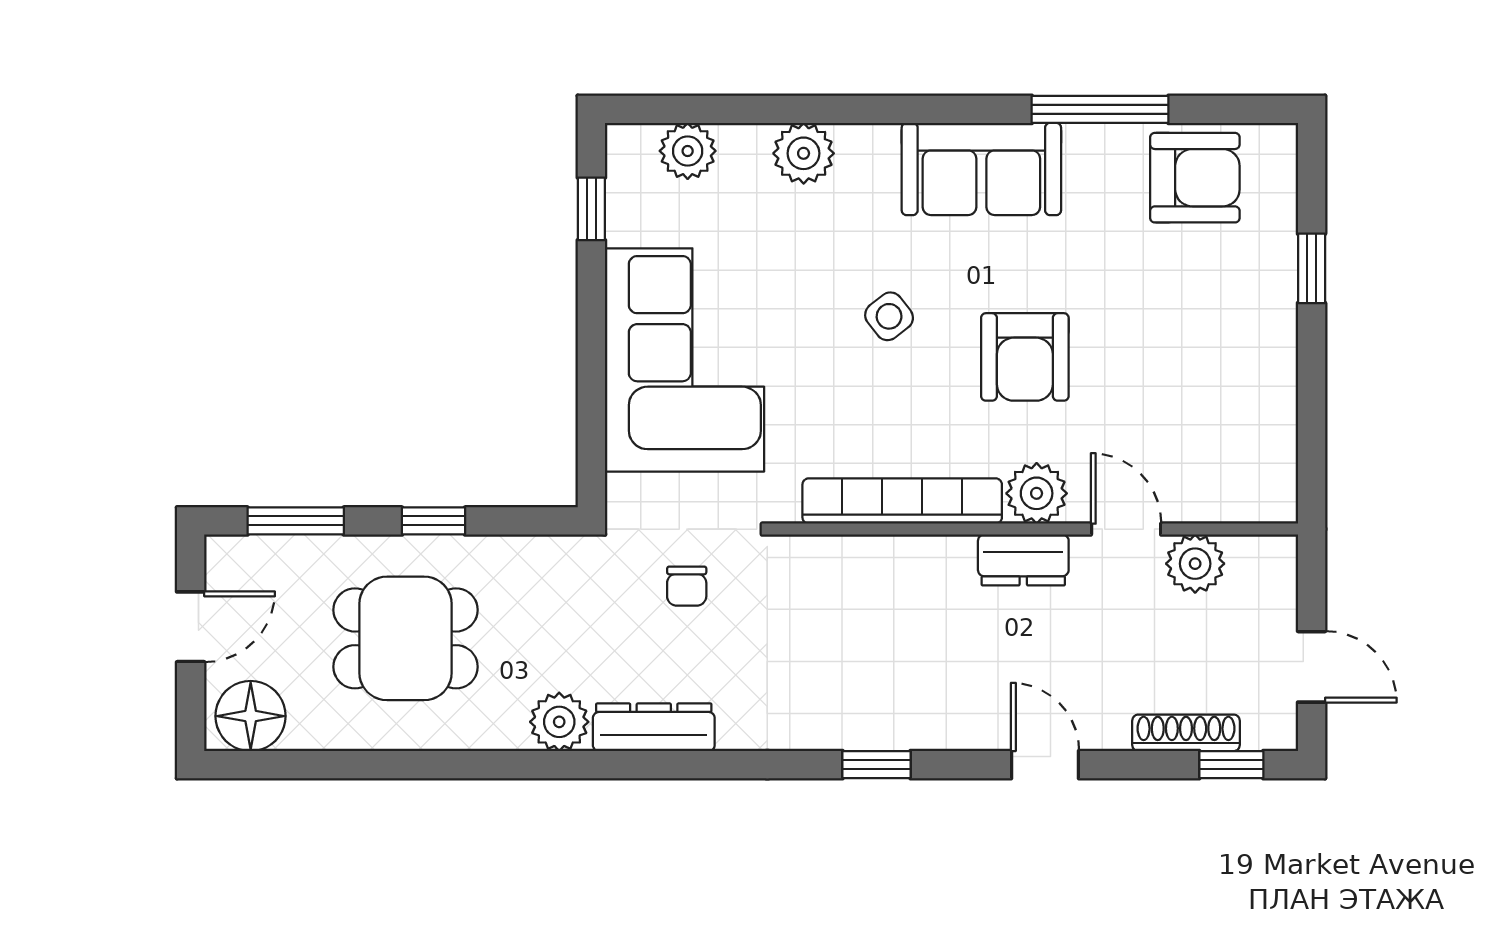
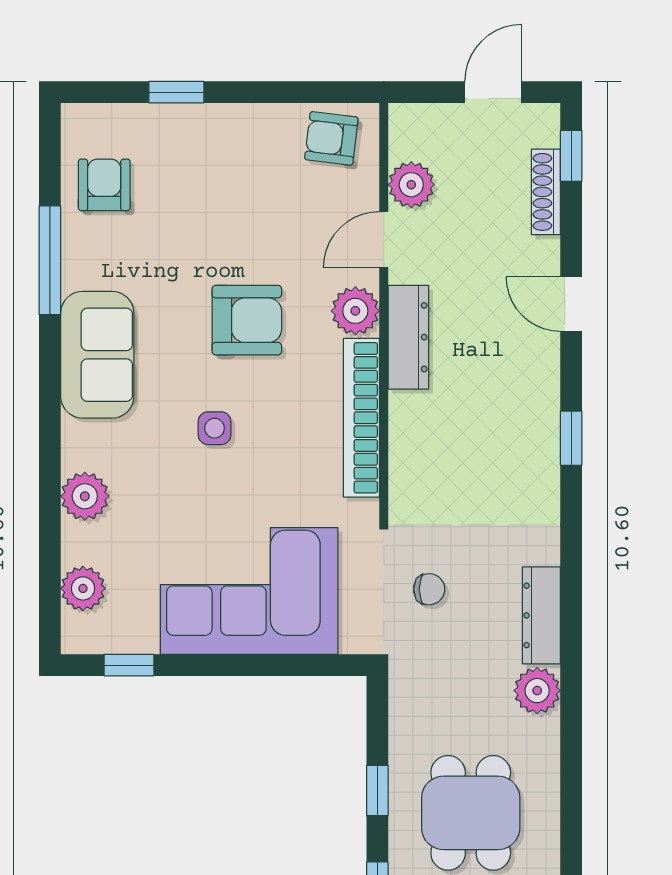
armchair: (1195, 178) -> (104, 185), width x0.72, depth x0.72
side table: (889, 316) -> (215, 428), turned 38
armchair: (1253, 463) -> (331, 138), added
dresser: (1023, 560) -> (408, 337), width x1.44
door: (1045, 765) -> (571, 304), hinge flipped

